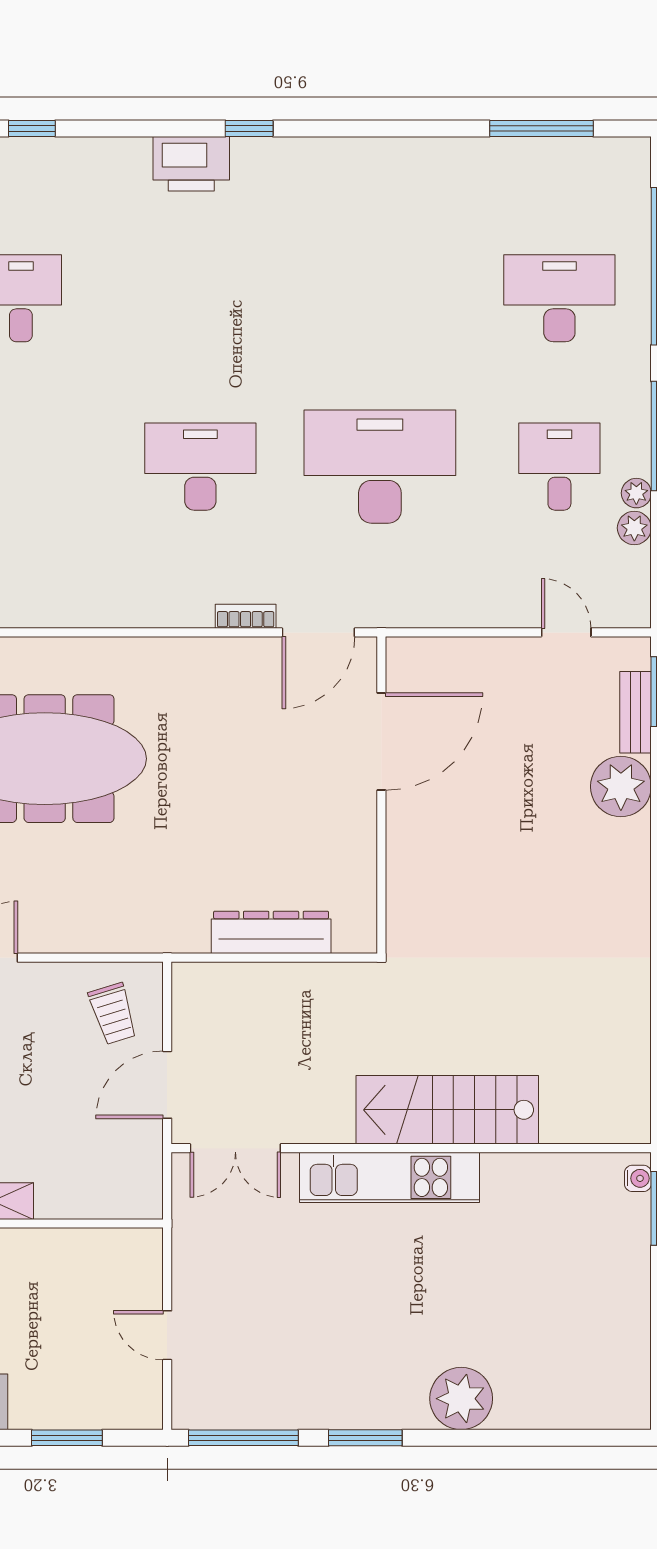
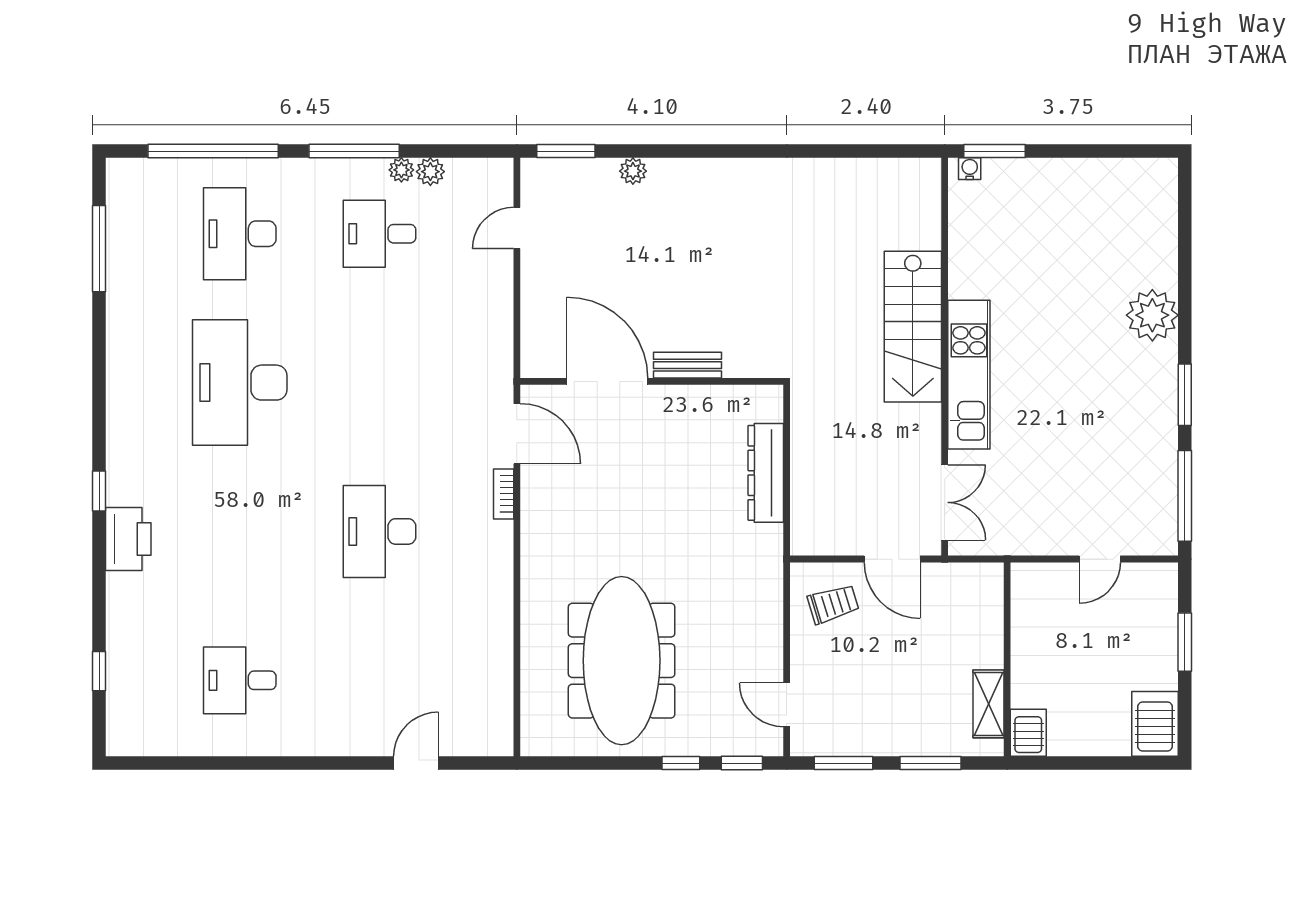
desk: (380, 467) -> (240, 383), moved
bench: (636, 712) -> (687, 365), moved
plant: (621, 786) -> (633, 171), width x0.53, depth x0.53

